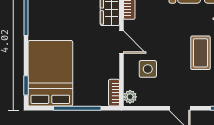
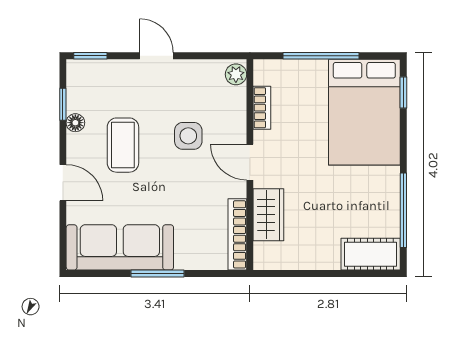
side table: (148, 69) -> (188, 136), moved
bookcase: (114, 93) -> (262, 108), moved

